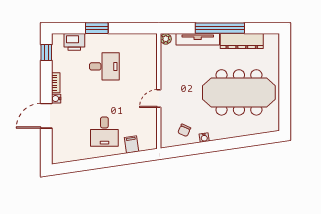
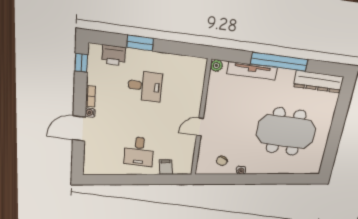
dresser: (242, 41) -> (318, 82), moved
meeting table: (239, 92) -> (286, 132), width x0.73

